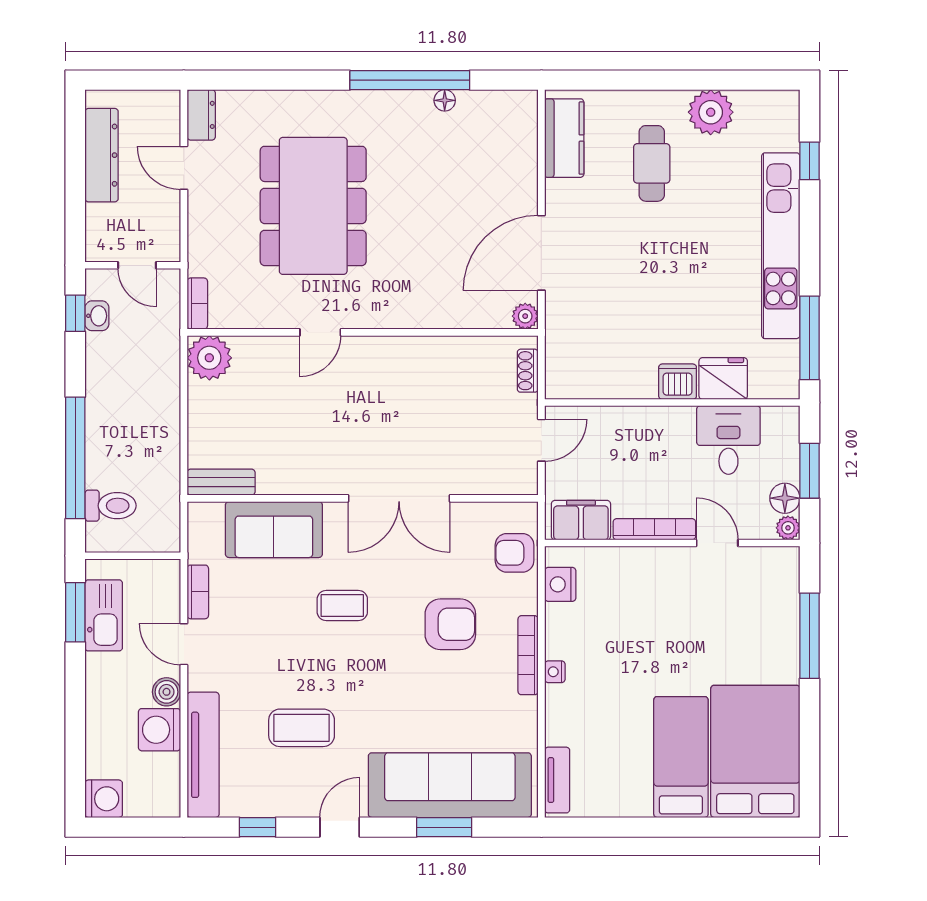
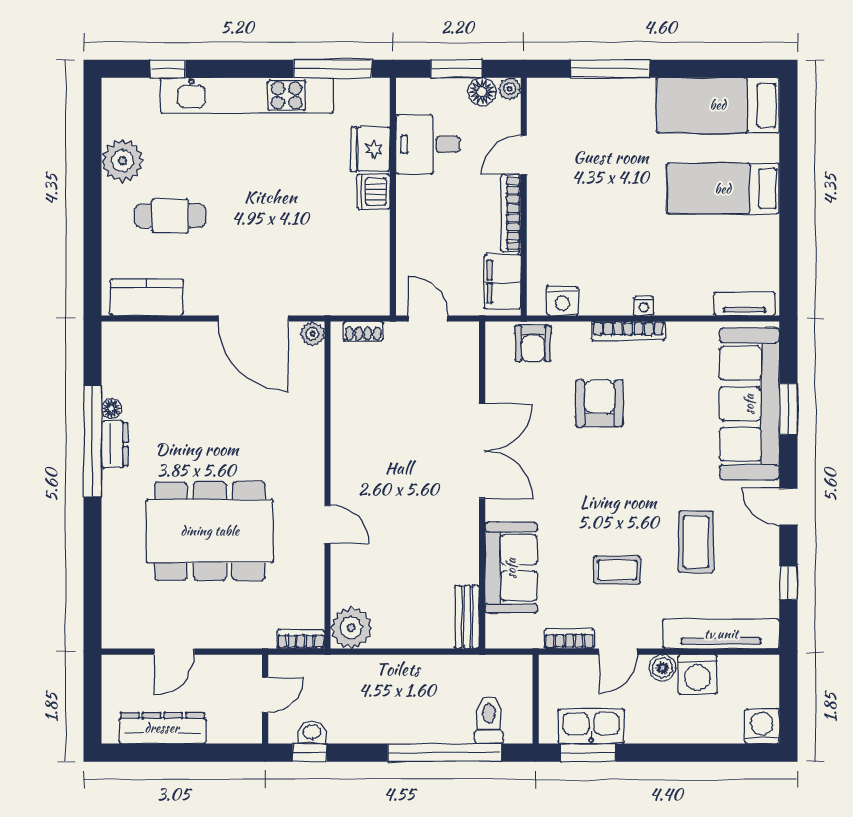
dresser: (201, 115) -> (115, 444), moved, turned 90
coffee table: (342, 605) -> (617, 570), moved, turned 90
bed: (755, 751) -> (718, 105), width x0.67

